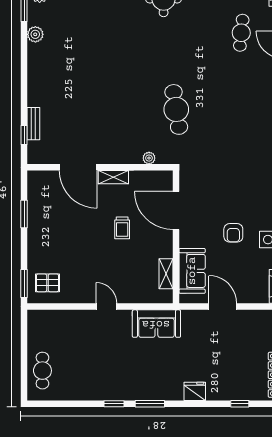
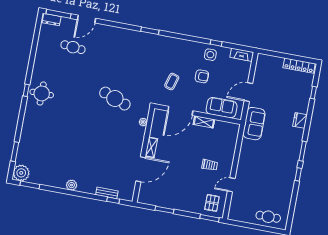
plant: (35, 34) -> (72, 185), moved
cafe table: (176, 109) -> (115, 99), turned 30
coffee table: (217, 189) -> (172, 82), added
trolley: (122, 228) -> (210, 165), moved
shelving: (166, 274) -> (204, 122), moved
door: (106, 307) -> (231, 185), moved
sofa: (156, 324) -> (254, 124), moved

